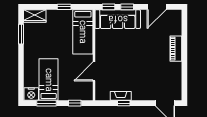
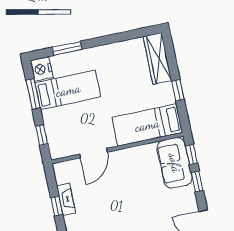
wardrobe: (35, 16) -> (157, 58), width x1.50
sofa: (118, 19) -> (175, 163), width x0.73
window: (21, 34) -> (67, 48), moved
door: (94, 71) -> (93, 153), swing flipped

